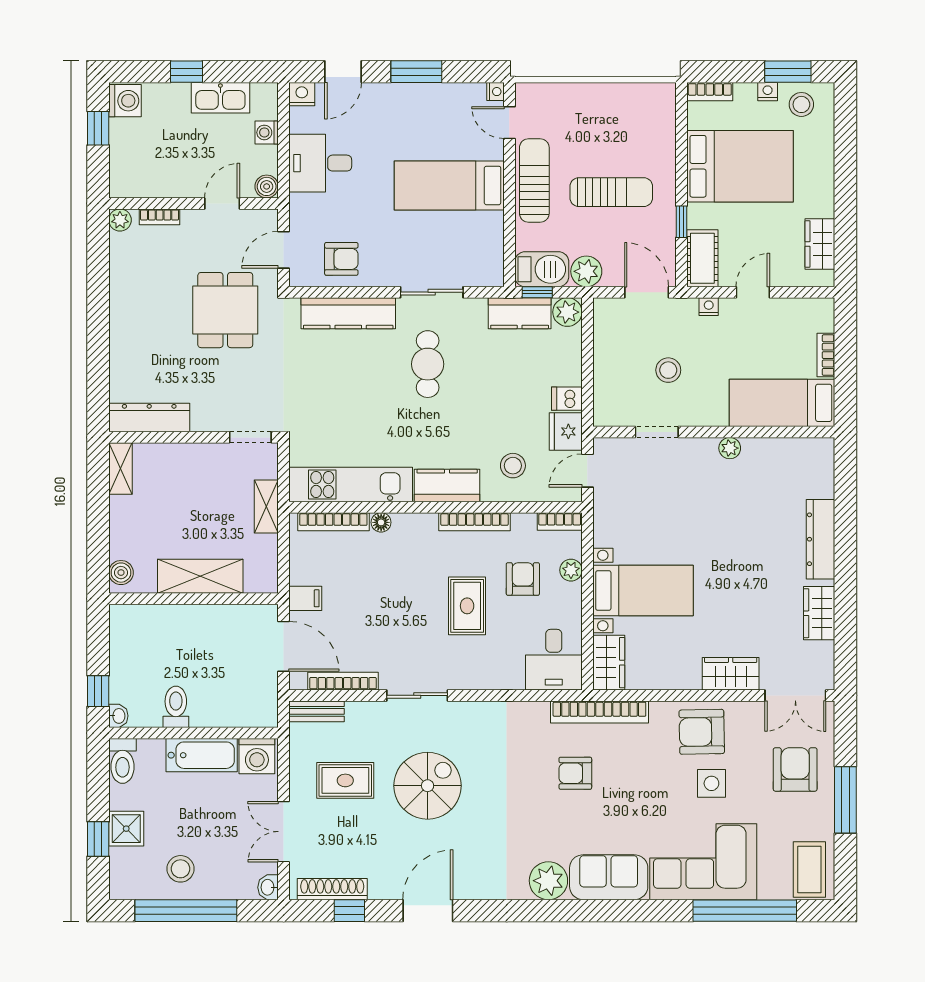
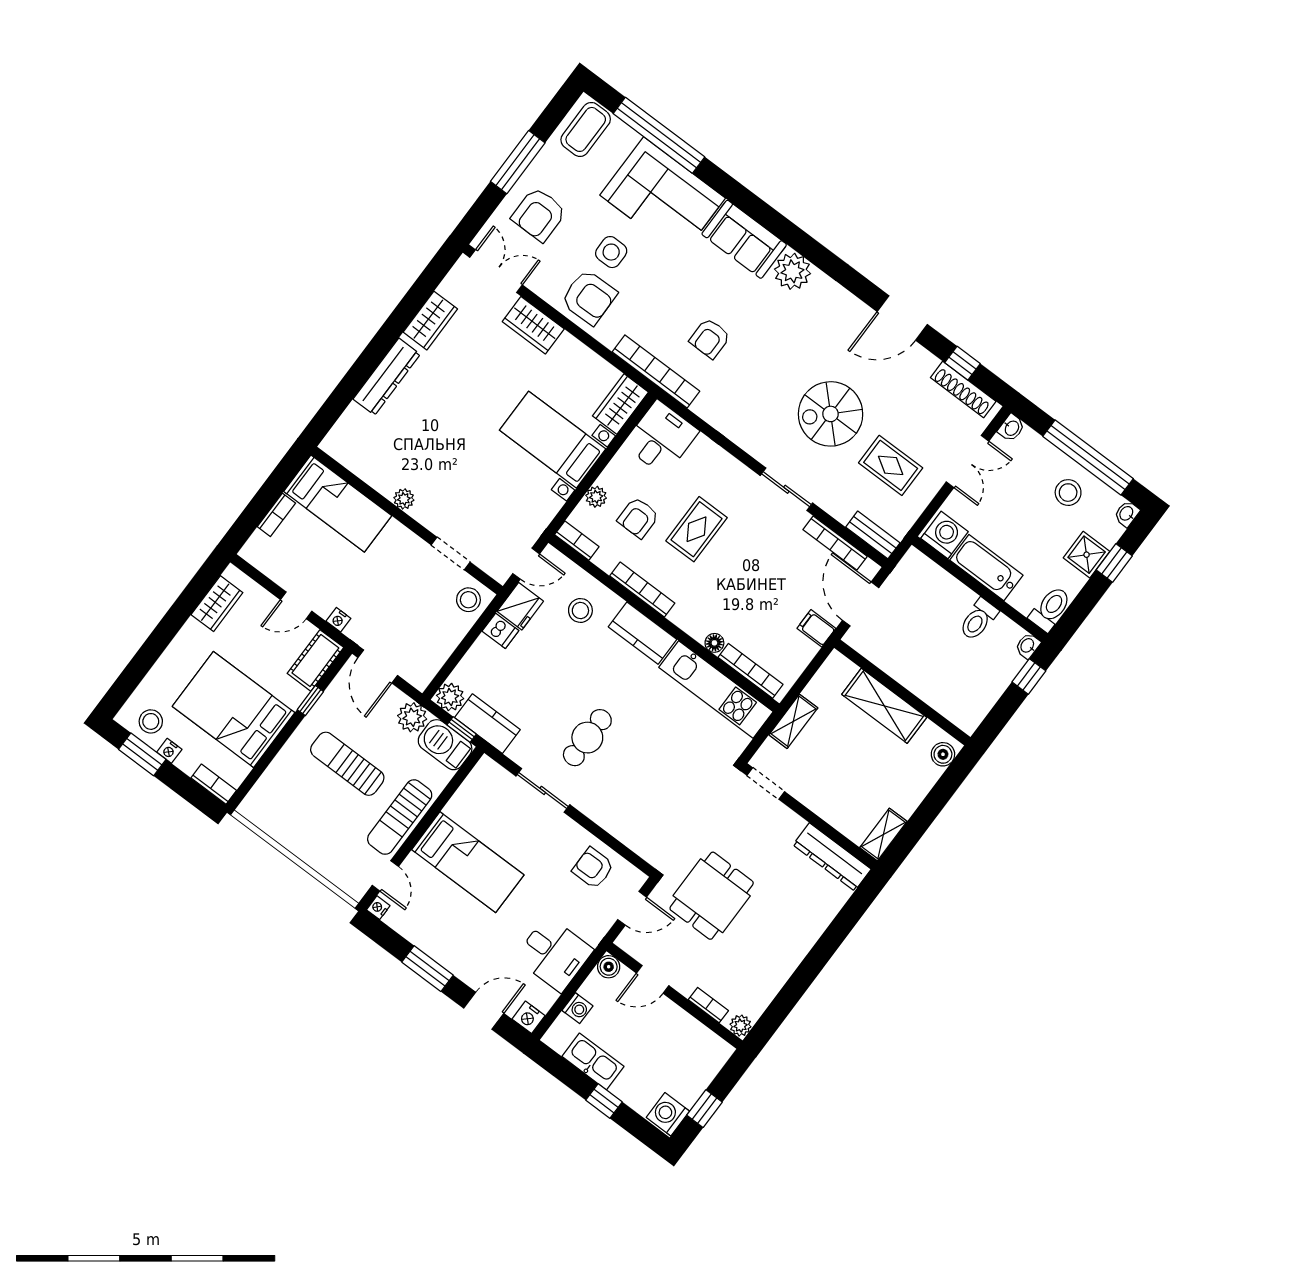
kitchen counter: (348, 313) -> (619, 822), removed
stool: (668, 370) -> (468, 600), moved
armchair: (575, 773) -> (710, 338), turned 90
washbasin: (118, 888) -> (1127, 514), added

